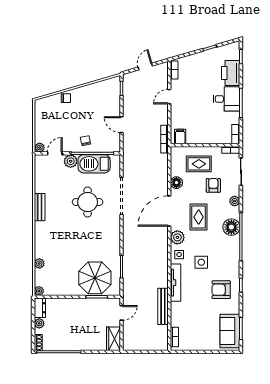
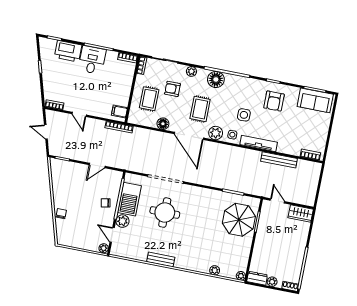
rug: (199, 217) -> (200, 109), turned 90

